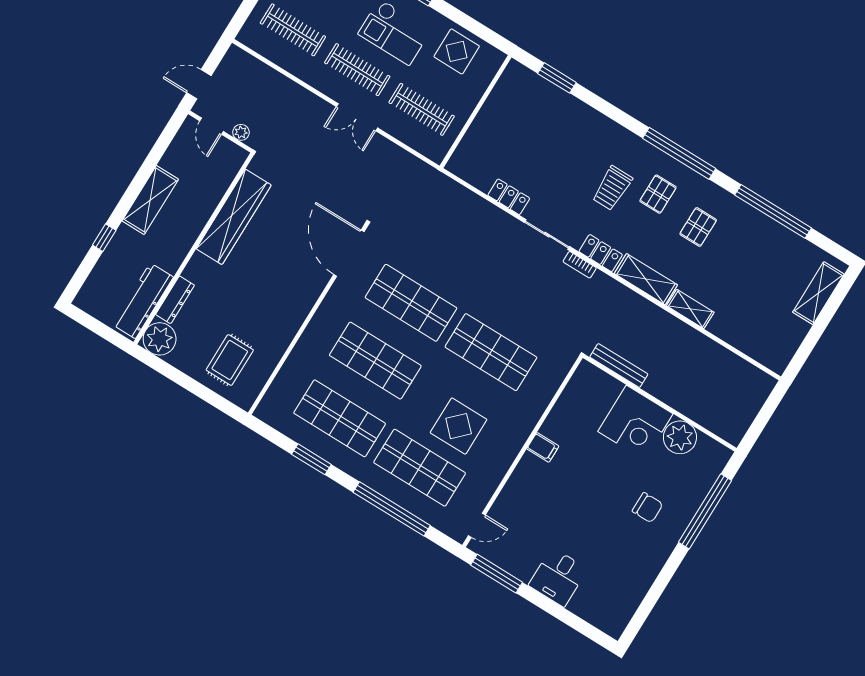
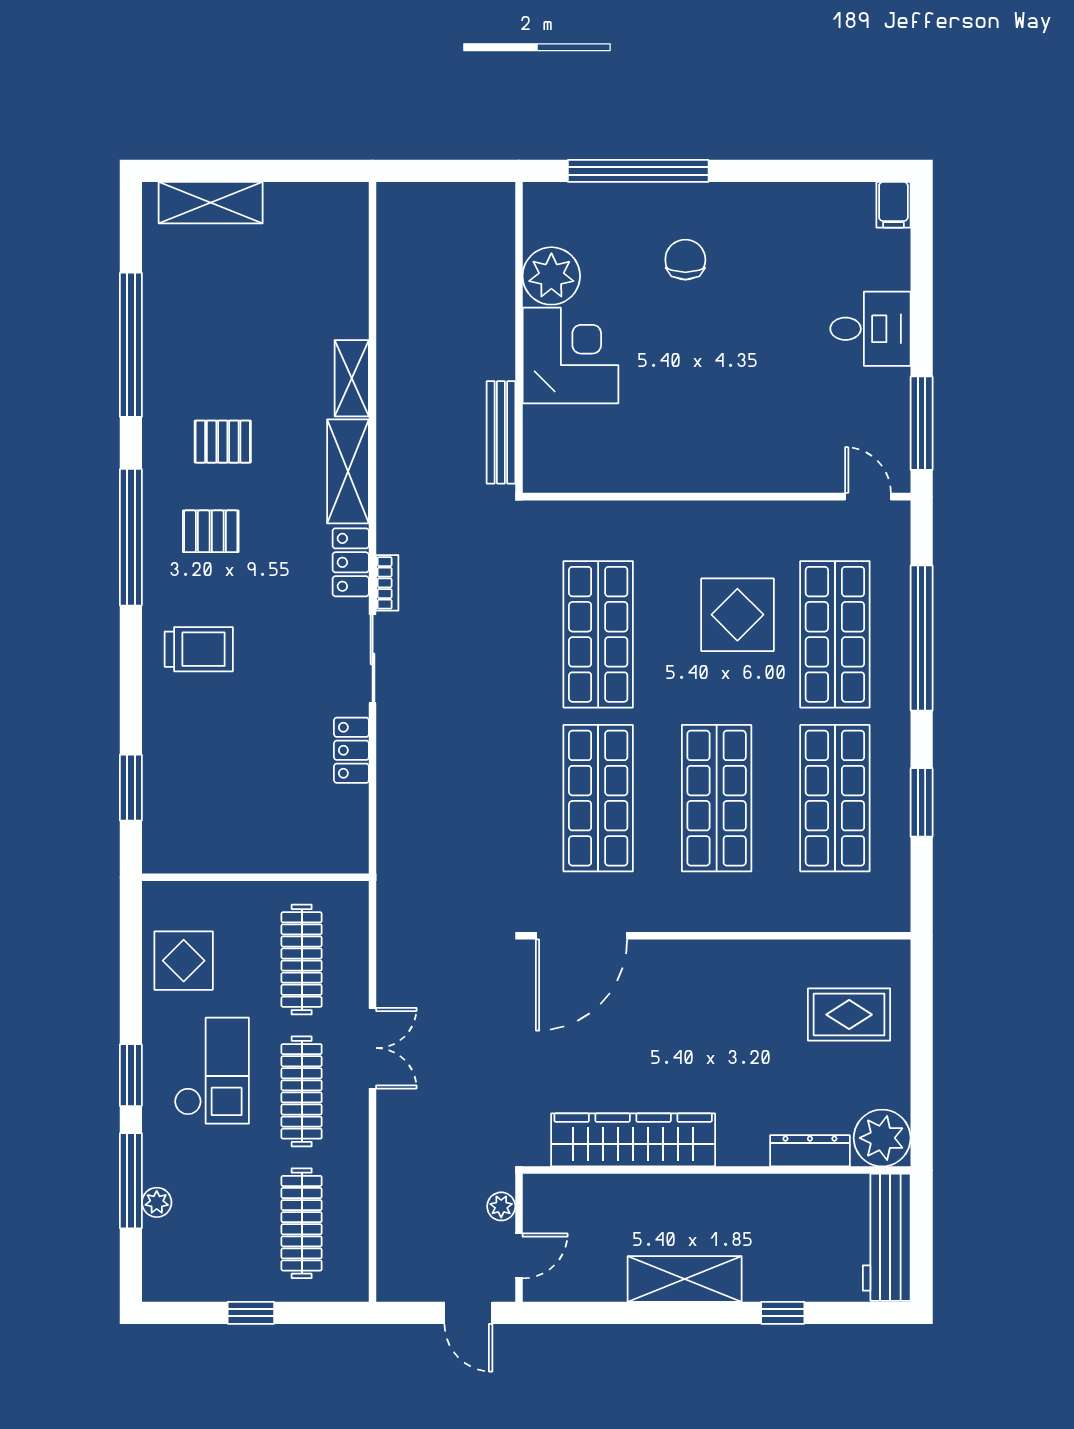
trolley: (612, 188) -> (199, 649), moved
workbench: (143, 301) -> (887, 1237), moved, turned 90
filing cabinet: (543, 447) -> (893, 205), moved, turned 180

